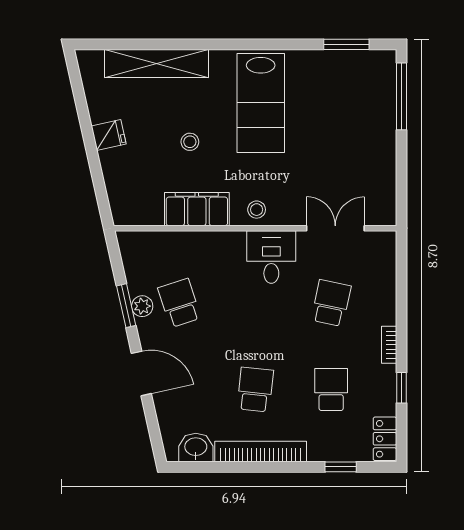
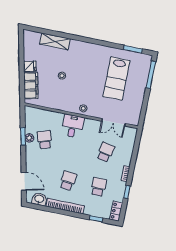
shelving: (156, 63) -> (55, 41), width x0.68
lab bench: (261, 103) -> (116, 79), moved
filing cabinet: (197, 209) -> (31, 86), moved, turned 77
double door: (335, 228) -> (113, 122), swing flipped
desk: (271, 257) -> (73, 126), moved
door: (141, 373) -> (24, 181), moved

